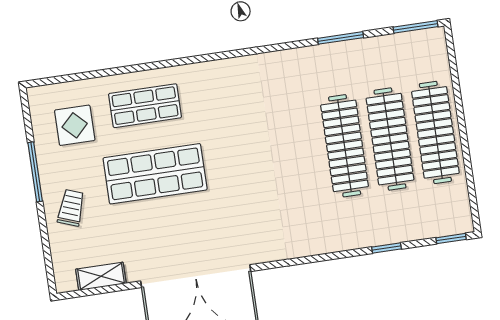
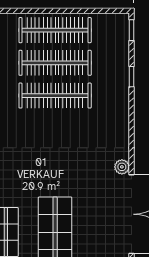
plant: (259, 253) -> (122, 167), added

